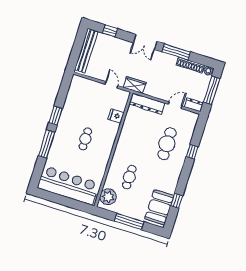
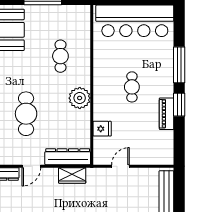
door: (111, 85) -> (120, 166), swing flipped
wardrobe: (135, 85) -> (72, 175), moved
piano: (67, 112) -> (167, 114), added
plant: (108, 197) -> (80, 98), moved

